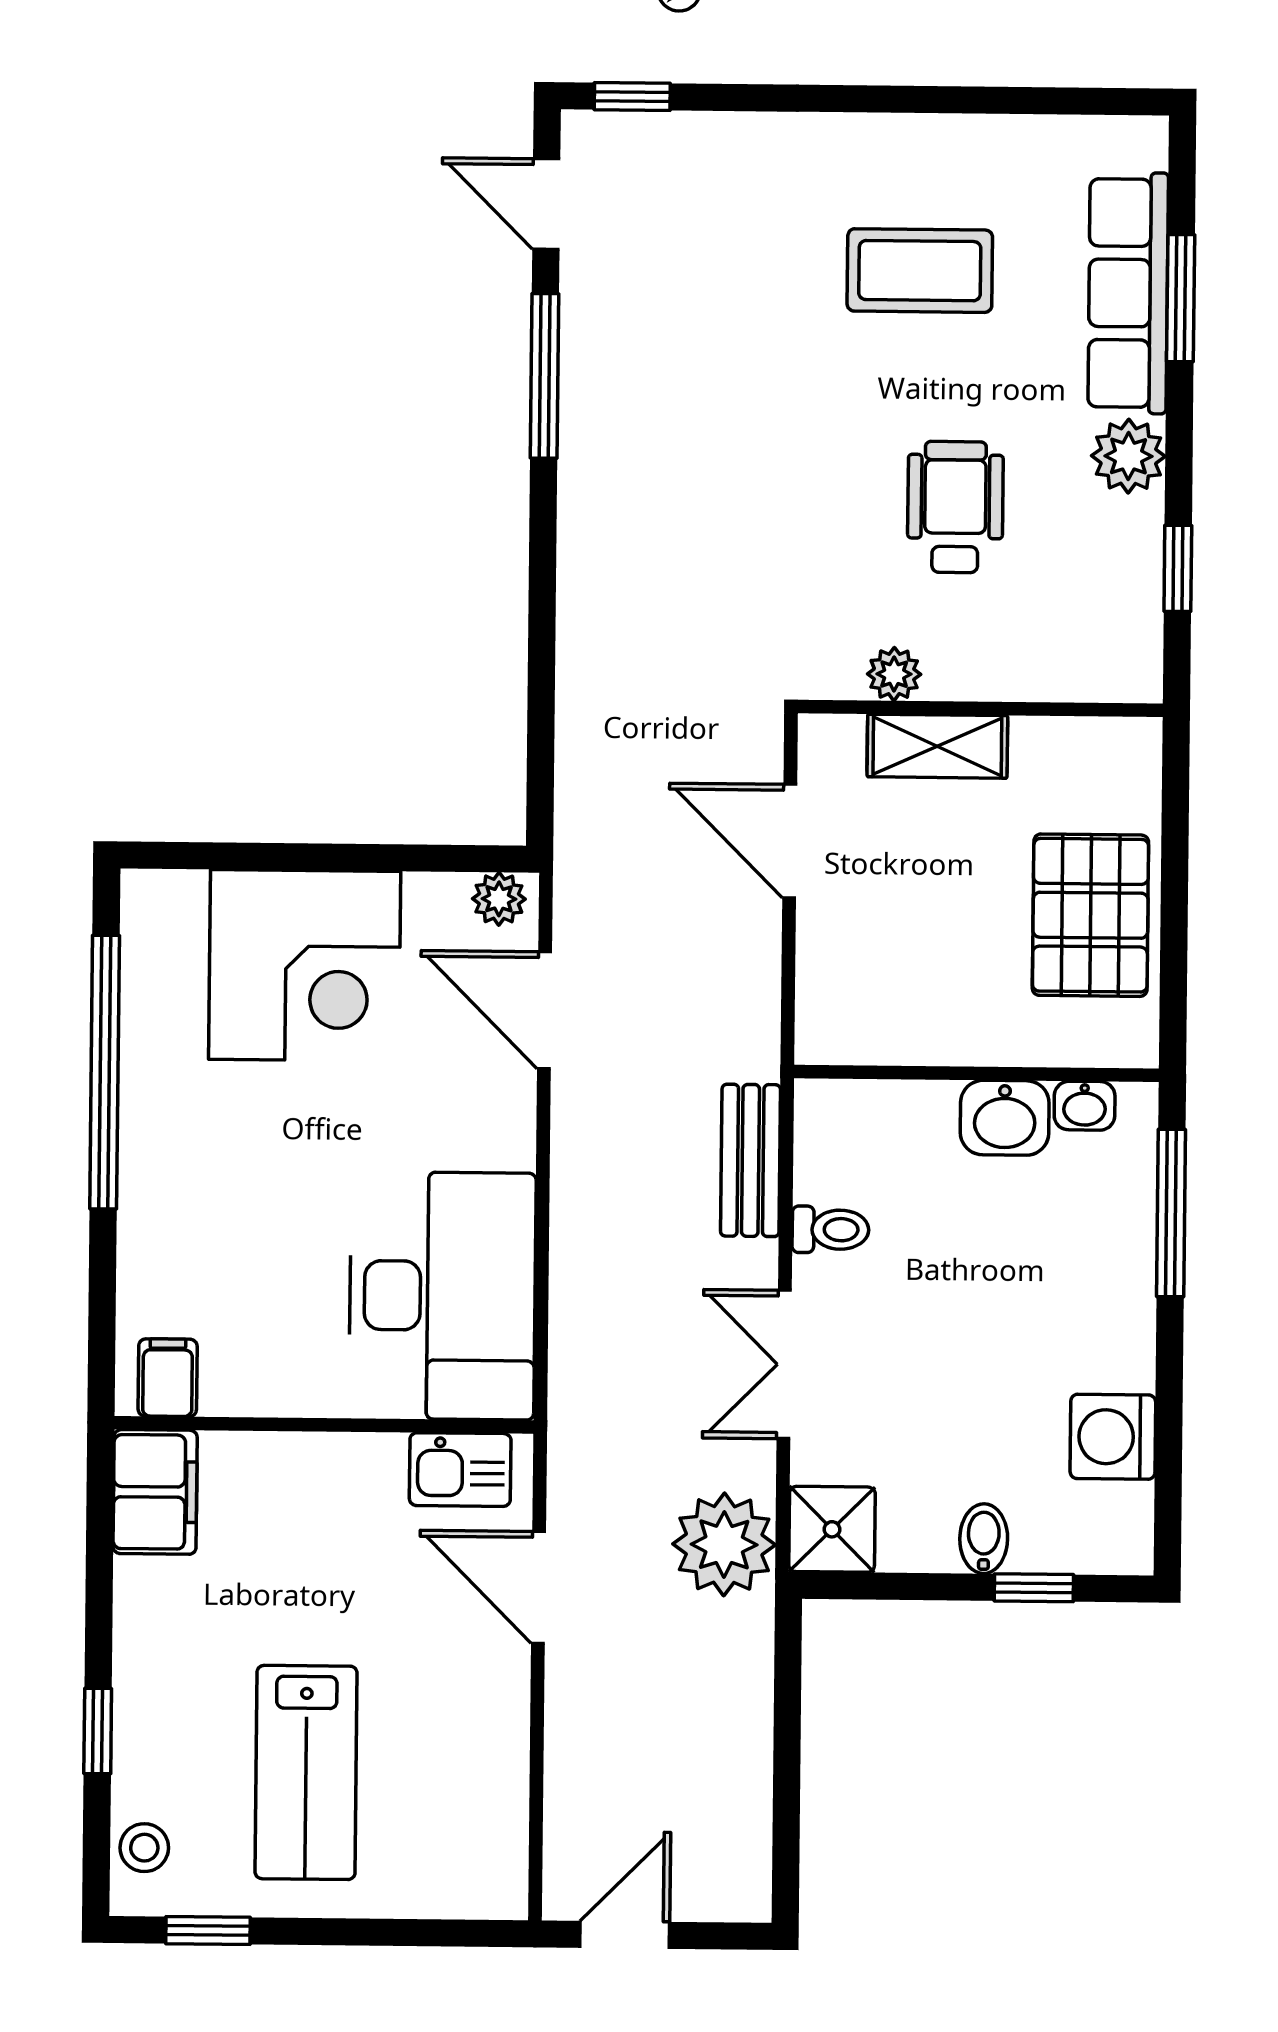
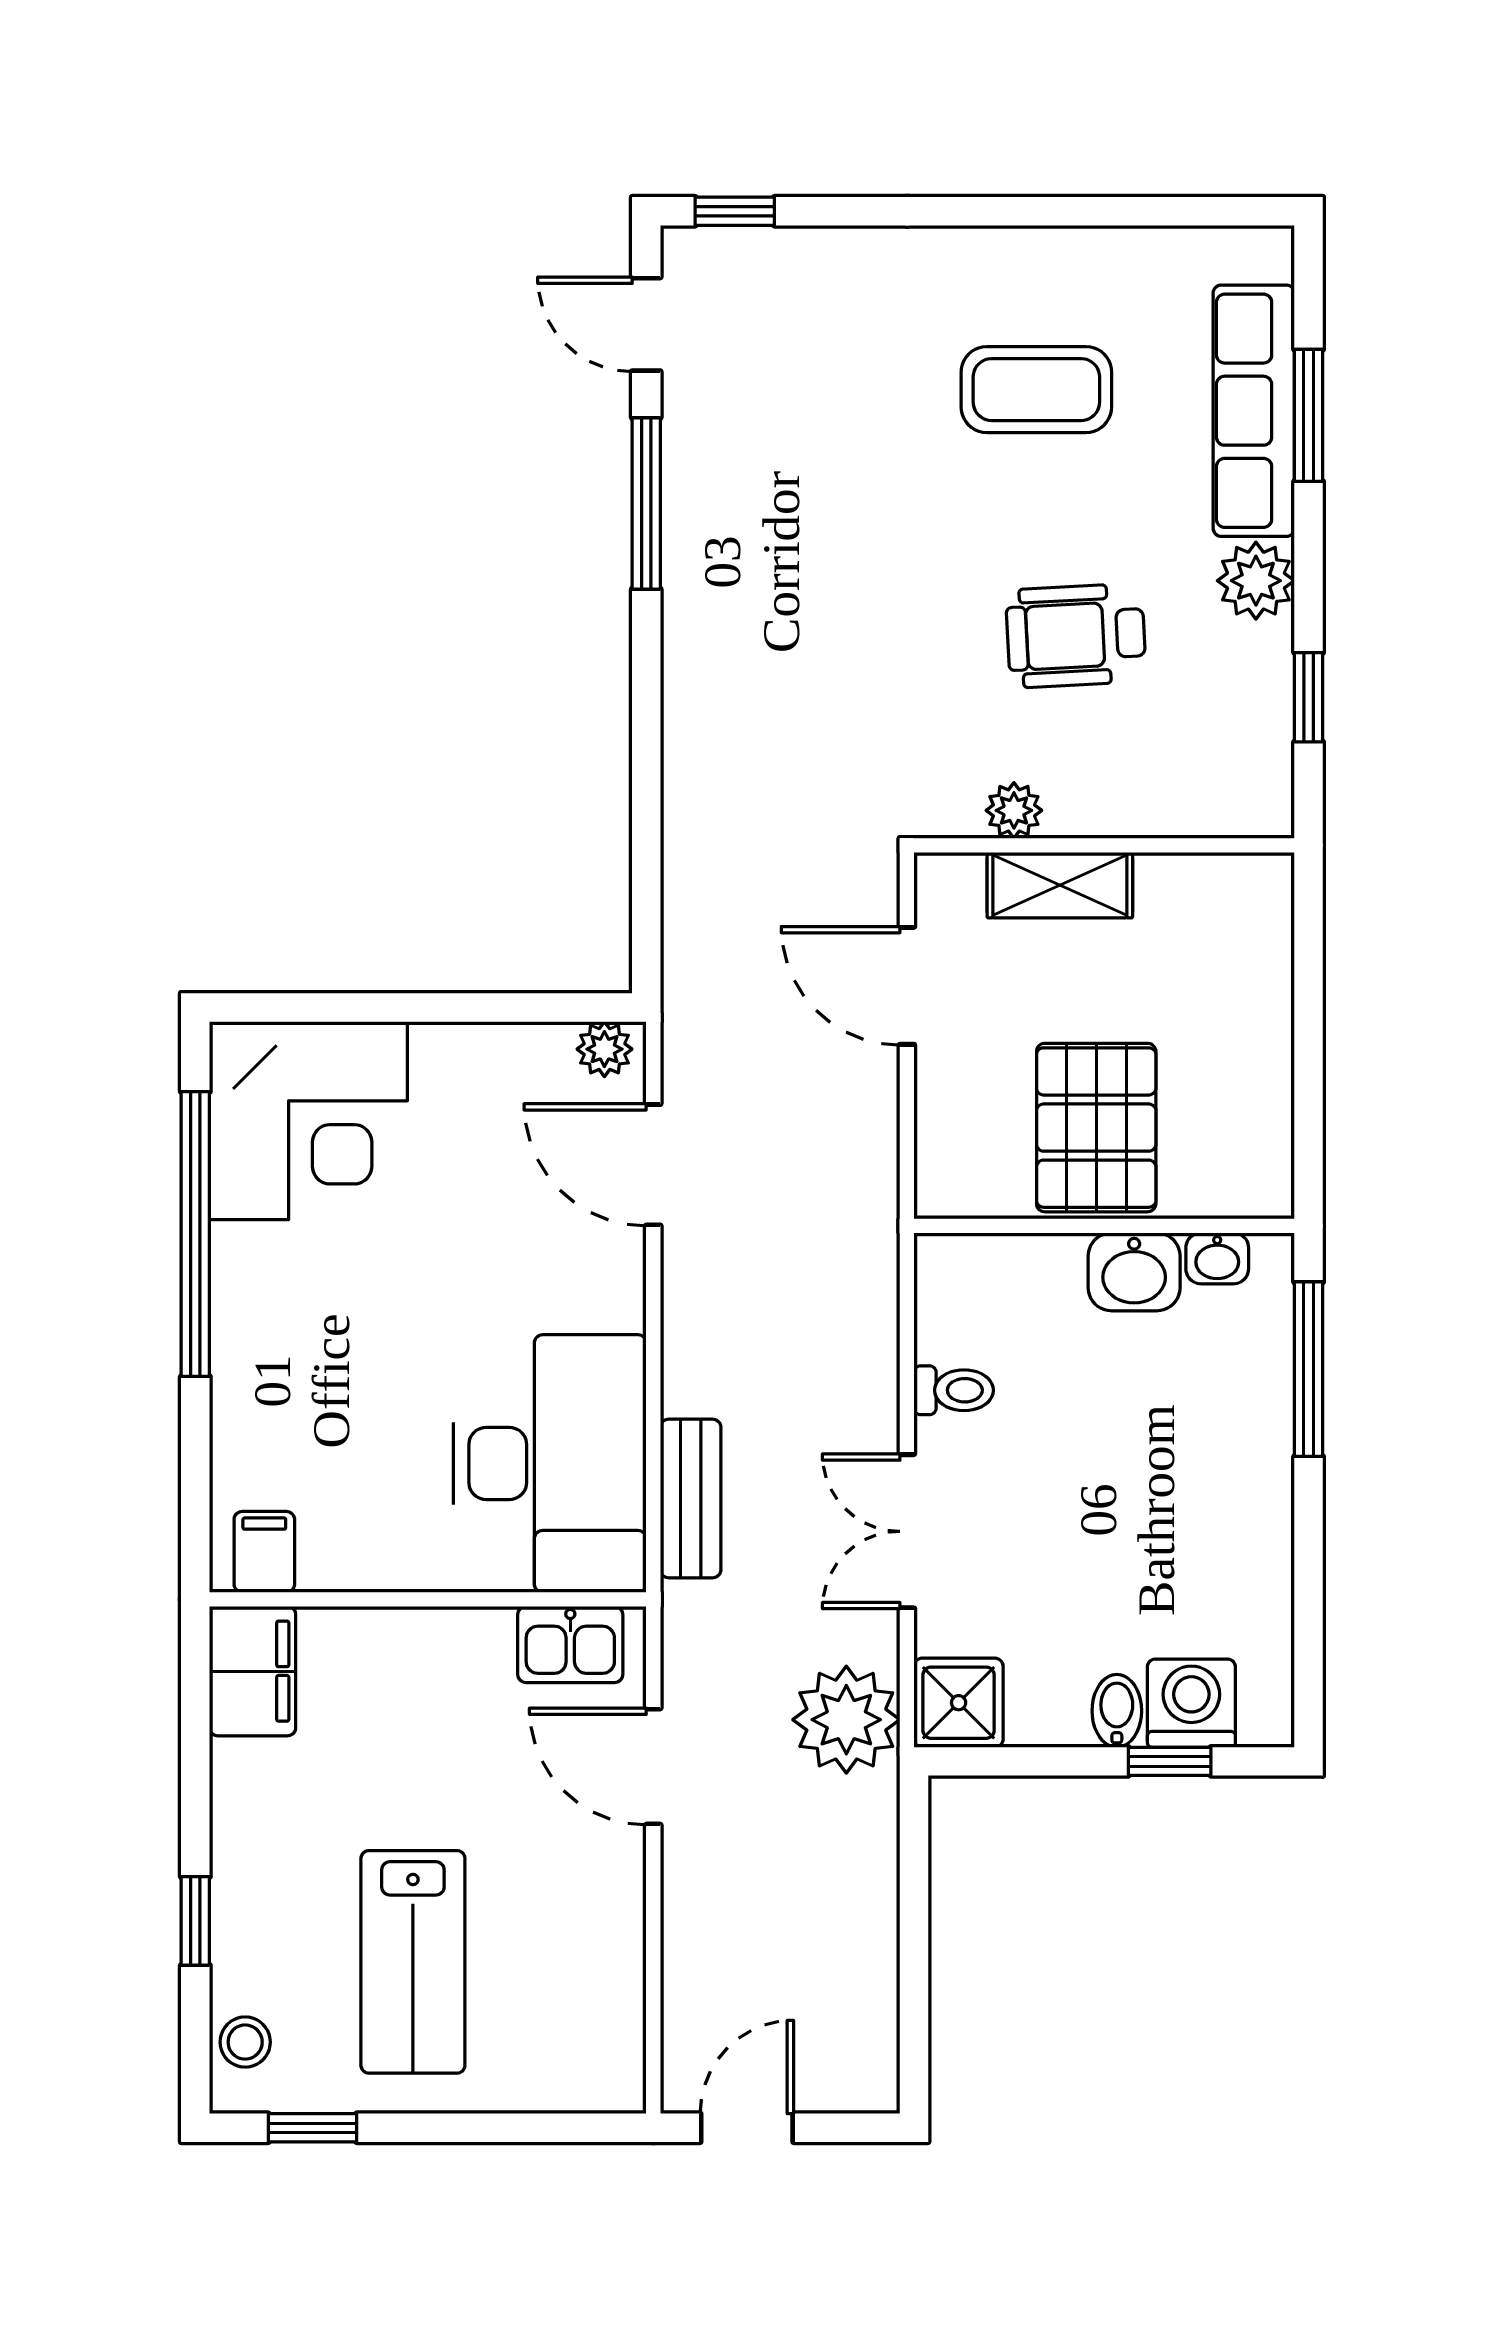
wheelchair: (955, 507) -> (1076, 636), turned -93
pallet: (1090, 915) -> (1096, 1128), moved
corner desk: (305, 965) -> (308, 1121), moved
bench: (751, 1160) -> (691, 1499), moved
washing machine: (1113, 1437) -> (1191, 1703), moved, turned 90

